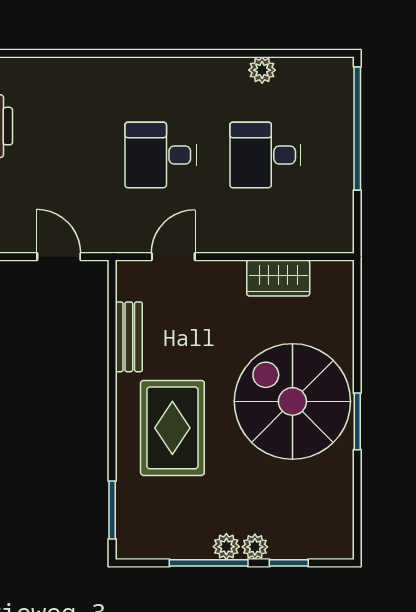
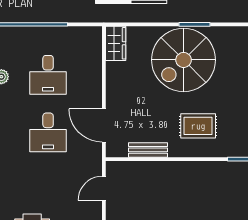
door: (173, 257) -> (104, 126), width x1.38
wardrobe: (278, 278) -> (116, 43), moved
rug: (172, 428) -> (198, 126), width x0.73, depth x0.70

